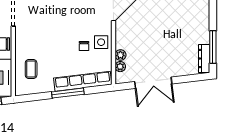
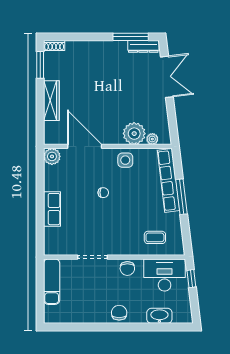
chair: (84, 46) -> (103, 193), moved
plant: (120, 55) -> (134, 134), width x1.88, depth x1.88
double door: (153, 83) -> (167, 77), moved

